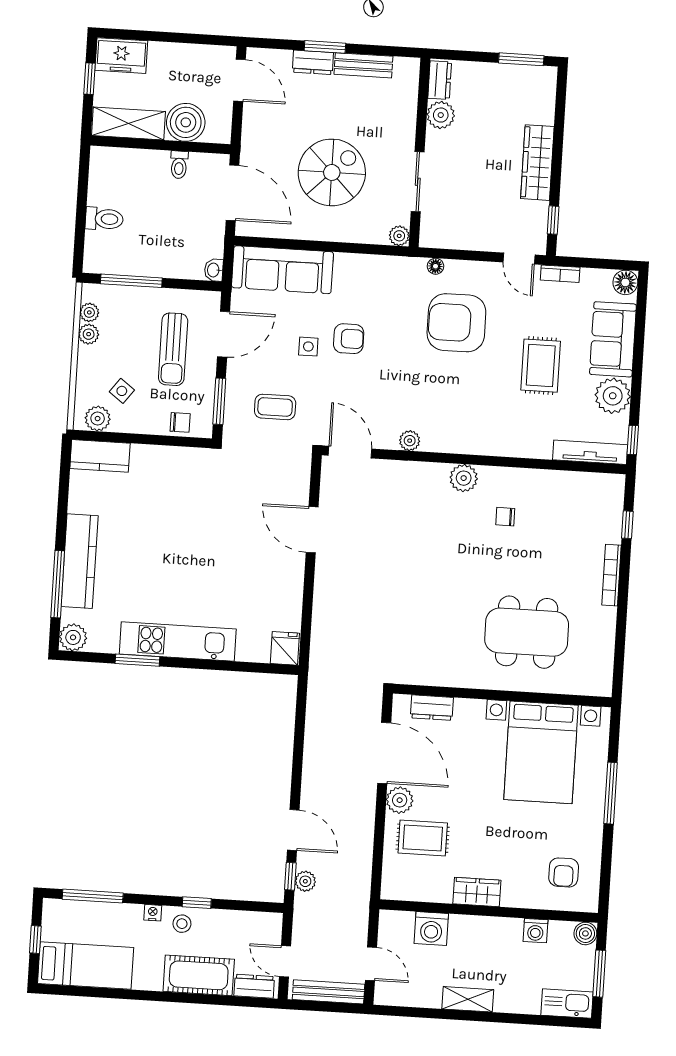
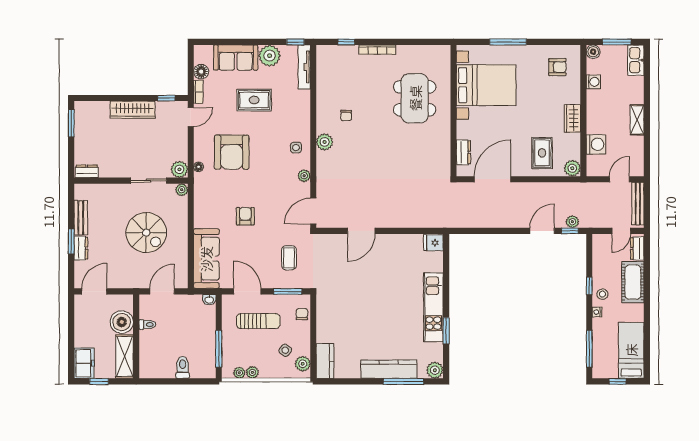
plant: (441, 115) -> (179, 169), moved
spiral stairs: (332, 172) -> (146, 233), turned 180
door: (232, 193) -> (162, 291), width x0.73
floor lamp: (625, 282) -> (201, 72), moved
side table: (308, 347) -> (296, 148), moved
plant: (400, 800) -> (572, 168), moved

